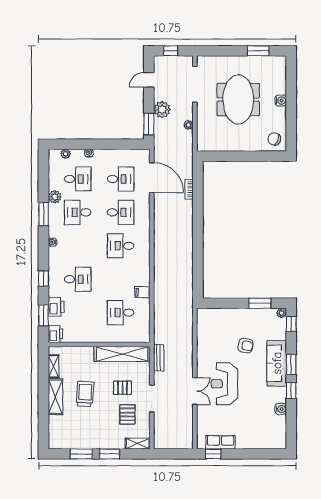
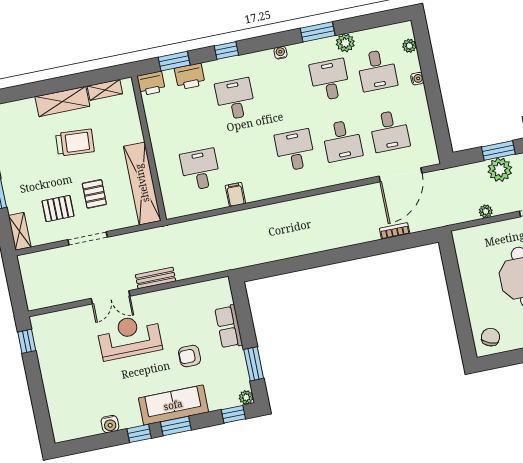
window: (149, 124) -> (498, 150), moved
desk: (78, 279) -> (235, 99), turned 180
armchair: (246, 346) -> (190, 356), turned 80
bench: (159, 358) -> (156, 278), moved
row of seats: (221, 442) -> (229, 327), moved, turned 180

